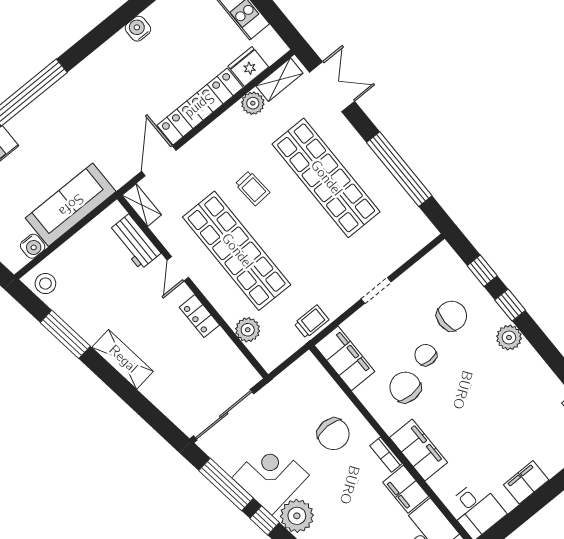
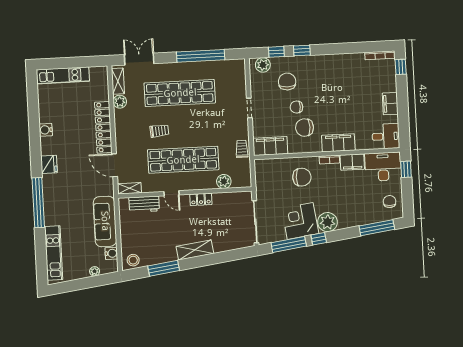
fridge: (248, 67) -> (49, 164), moved, turned 180
plant: (509, 337) -> (263, 65), moved

